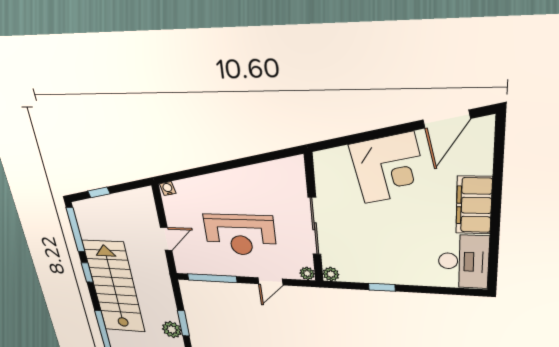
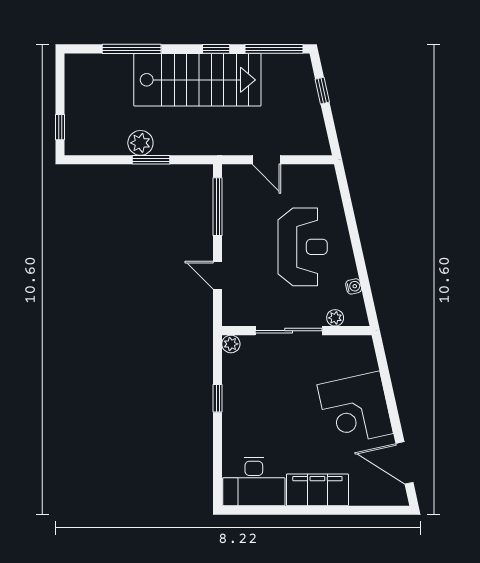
water cooler: (168, 189) -> (354, 286), moved
reception desk: (240, 235) -> (303, 247), moved, turned 180
plant: (307, 273) -> (335, 318), moved

